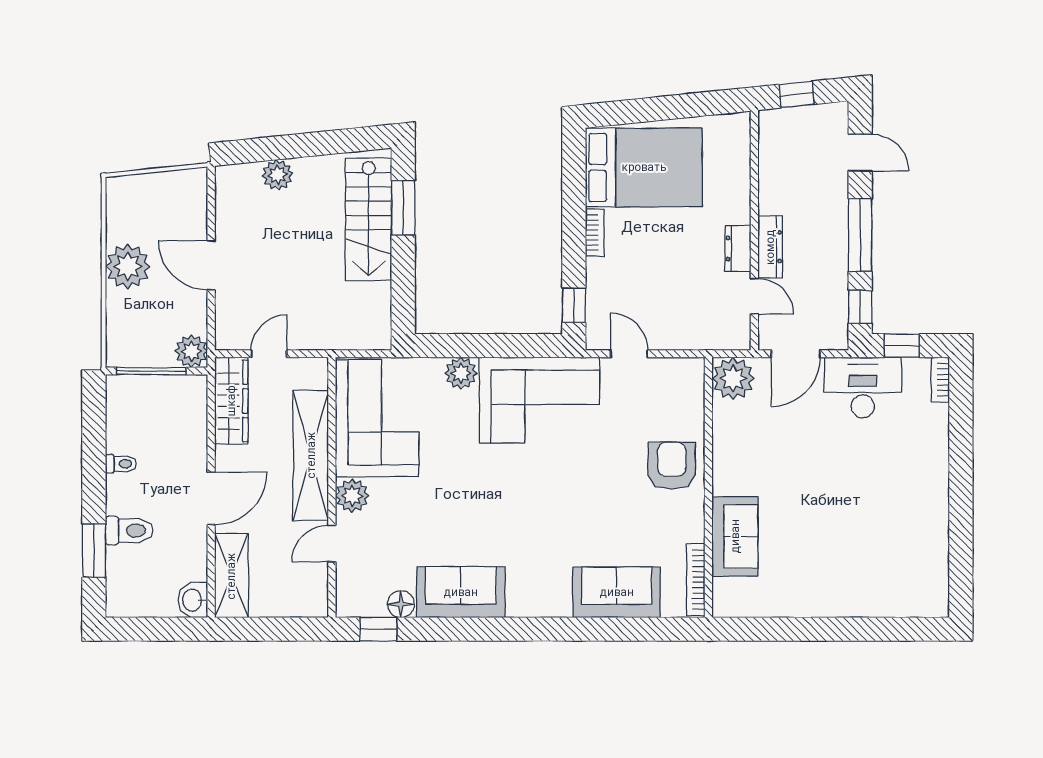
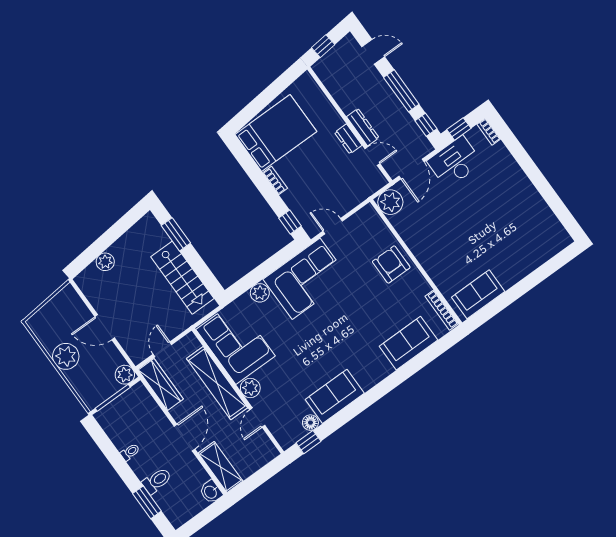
stairs: (369, 219) -> (182, 278), moved
sofa: (735, 536) -> (478, 294), moved, turned -90

